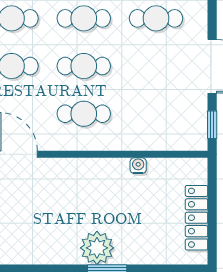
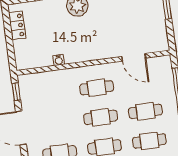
locker: (197, 218) -> (17, 25), width x0.66

